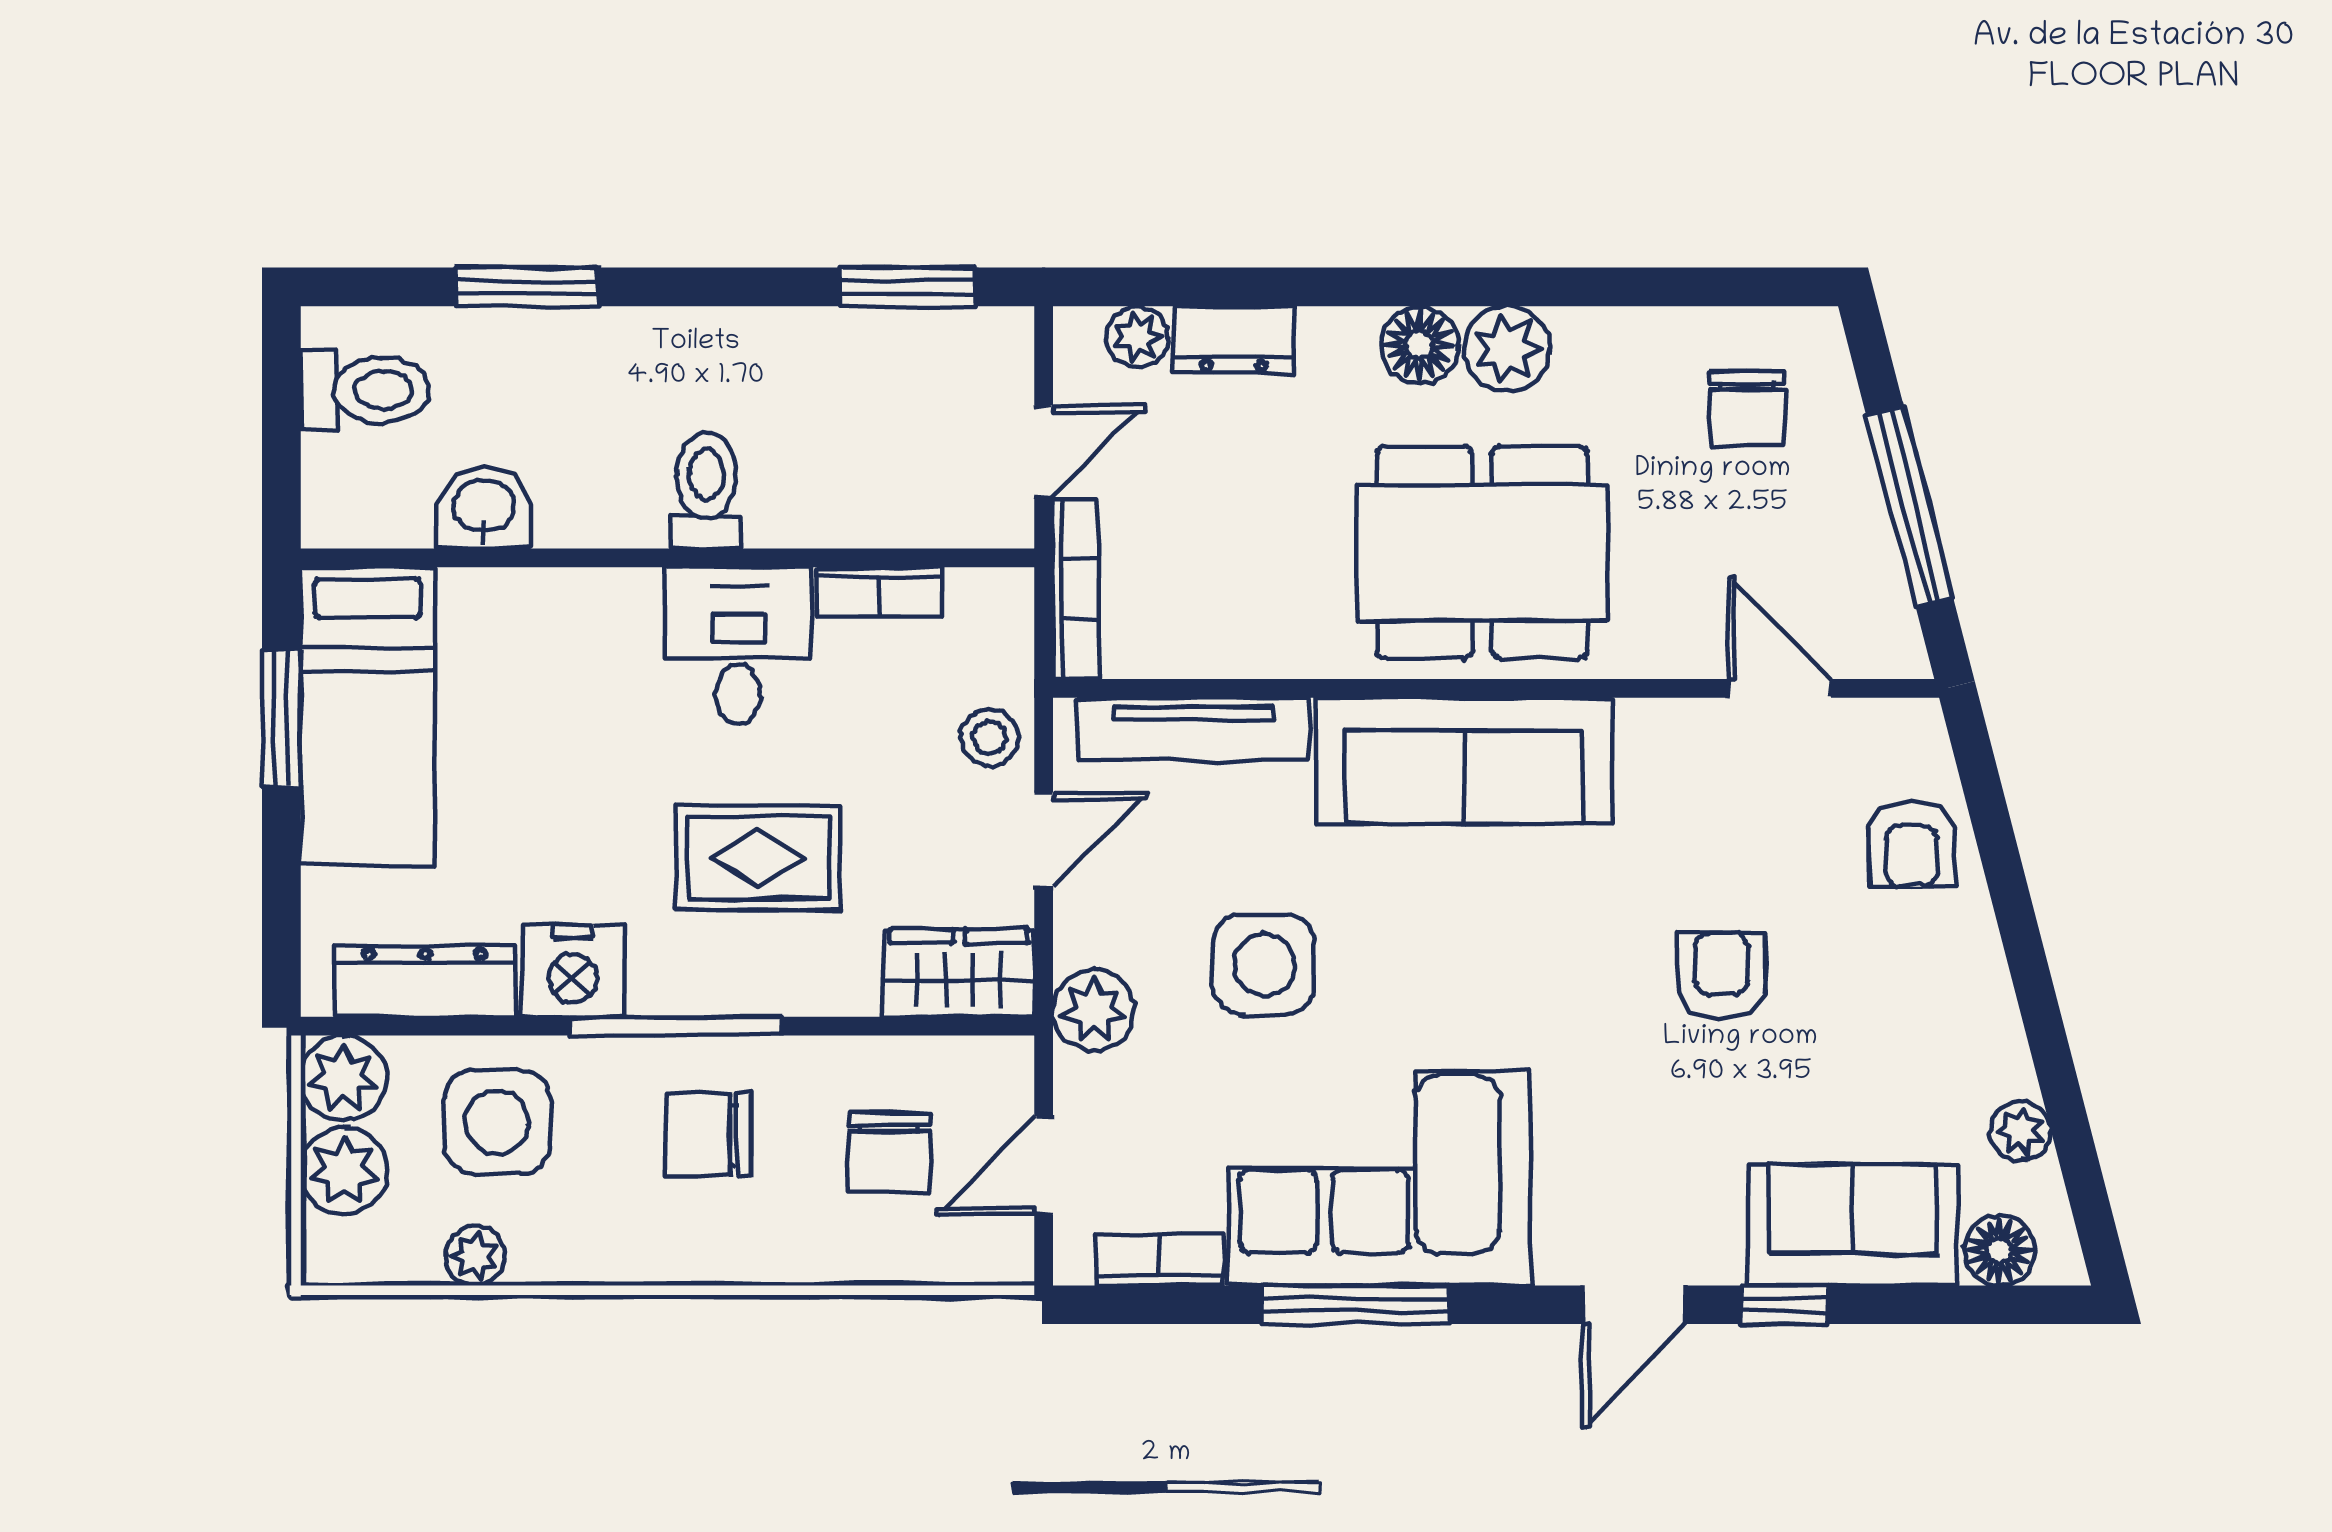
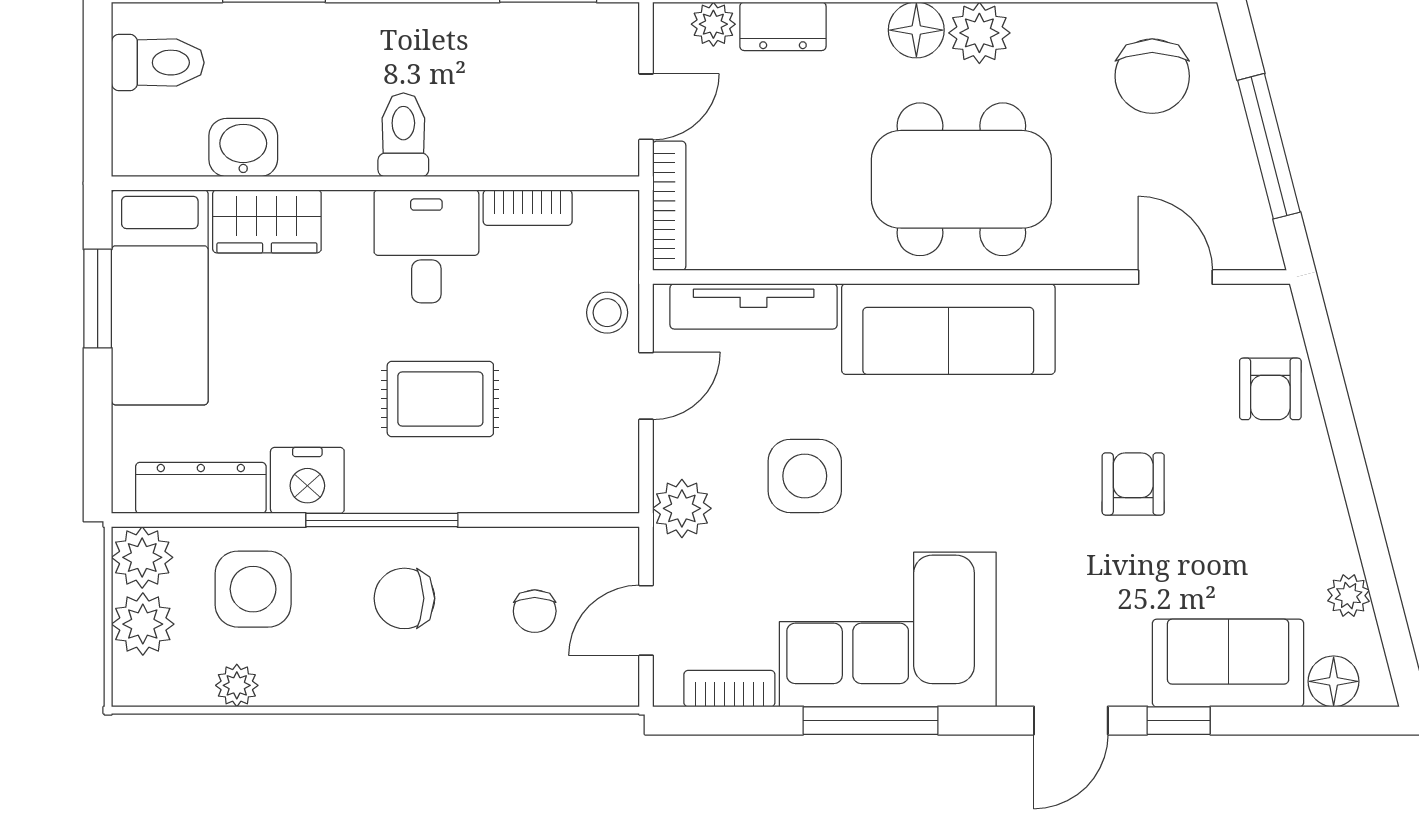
chair: (1747, 409) -> (1152, 76), width x1.37, depth x1.37
wardrobe: (959, 973) -> (267, 221), moved, turned 180
chair: (889, 1153) -> (535, 611), width x0.73, depth x0.73

